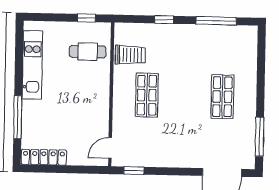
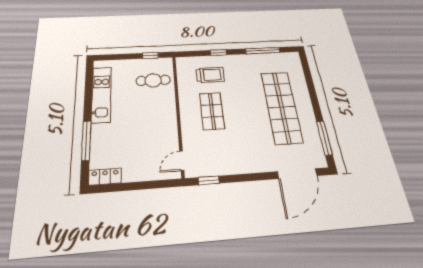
trolley: (130, 55) -> (210, 75), moved
shop shelf: (222, 97) -> (282, 107), width x2.00, depth x1.36
locker: (44, 157) -> (105, 177), width x0.66

